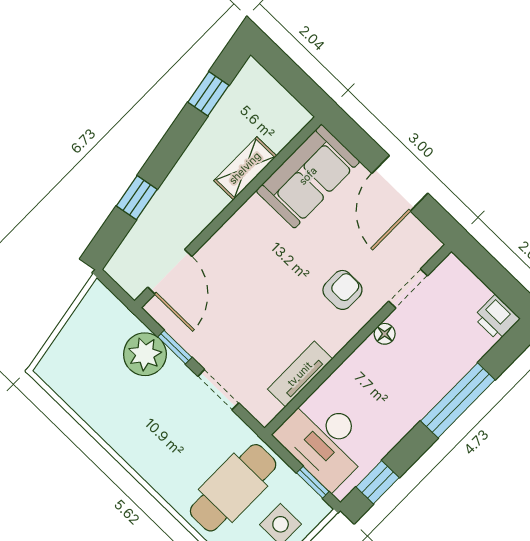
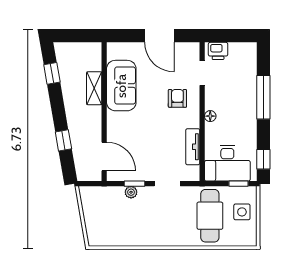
sofa: (308, 176) -> (121, 86), moved
printer: (497, 318) -> (218, 51), moved
floor lamp: (385, 334) -> (210, 116), moved
plant: (145, 354) -> (131, 192), width x0.53, depth x0.53

